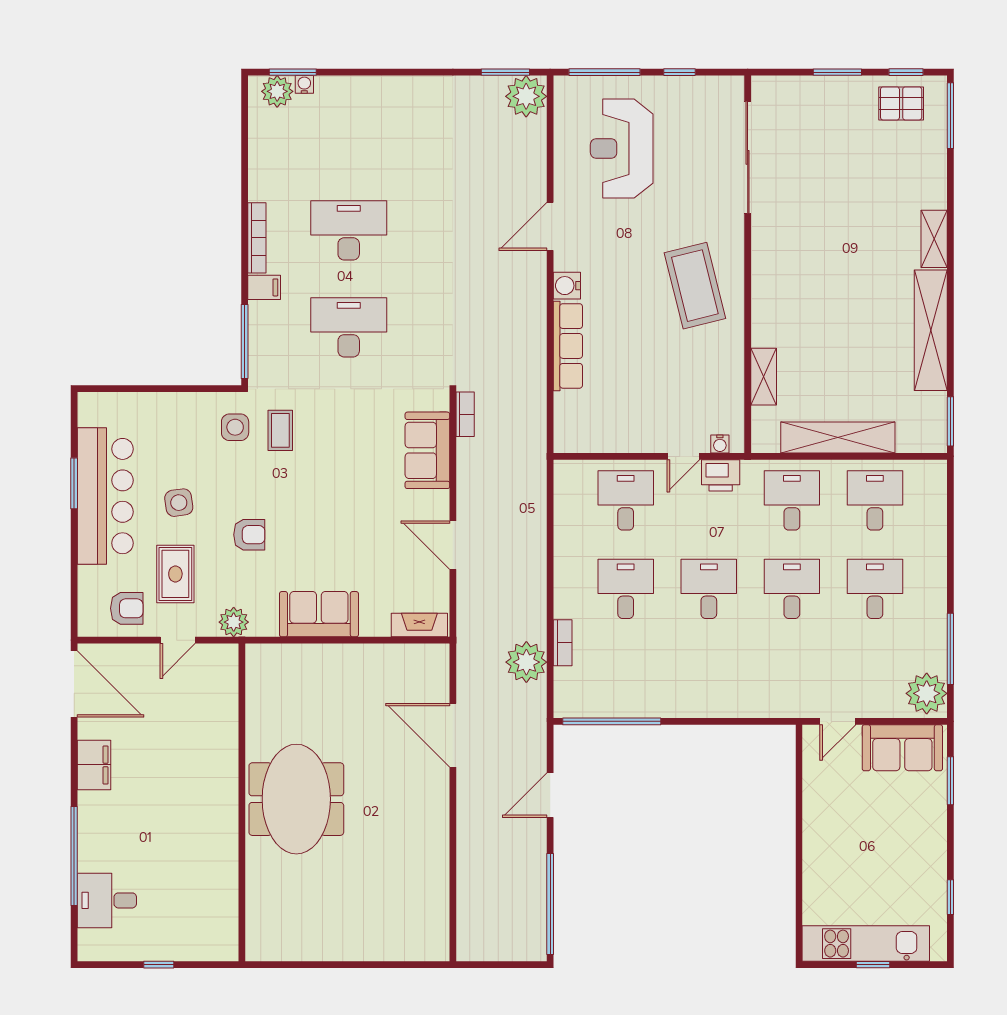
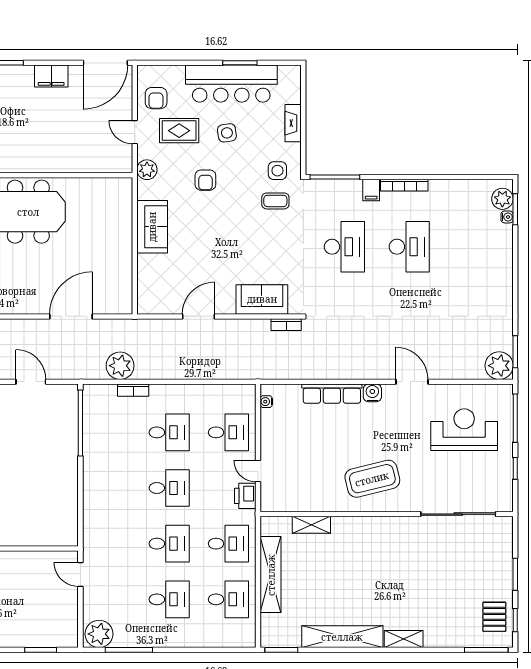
water cooler: (720, 444) -> (266, 402), moved
fireplace: (419, 625) -> (293, 123), moved, turned 180
sofa: (902, 748) -> (63, 618), removed

